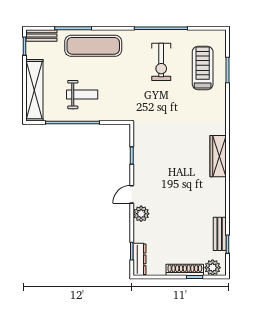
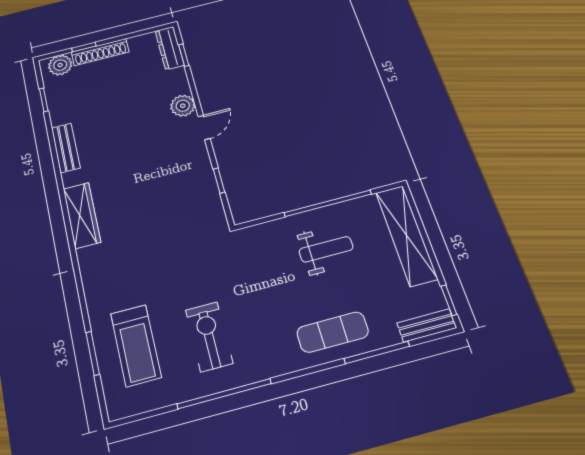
exercise mat: (93, 46) -> (333, 332), width x0.73, depth x0.69
weight bench: (82, 95) -> (326, 249), turned 180
bench: (220, 234) -> (66, 148), moved

